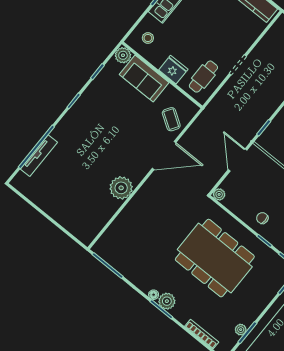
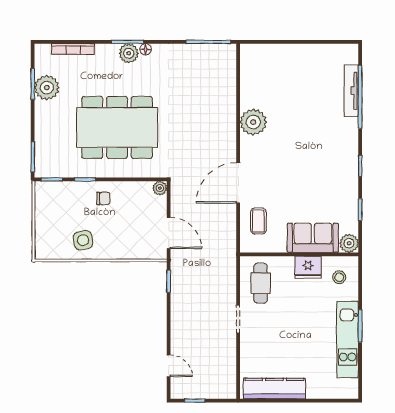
fridge: (173, 70) -> (308, 267), moved
coffee table: (171, 119) -> (258, 221), turned 57
plant: (241, 330) -> (47, 88), width x1.88, depth x1.88

